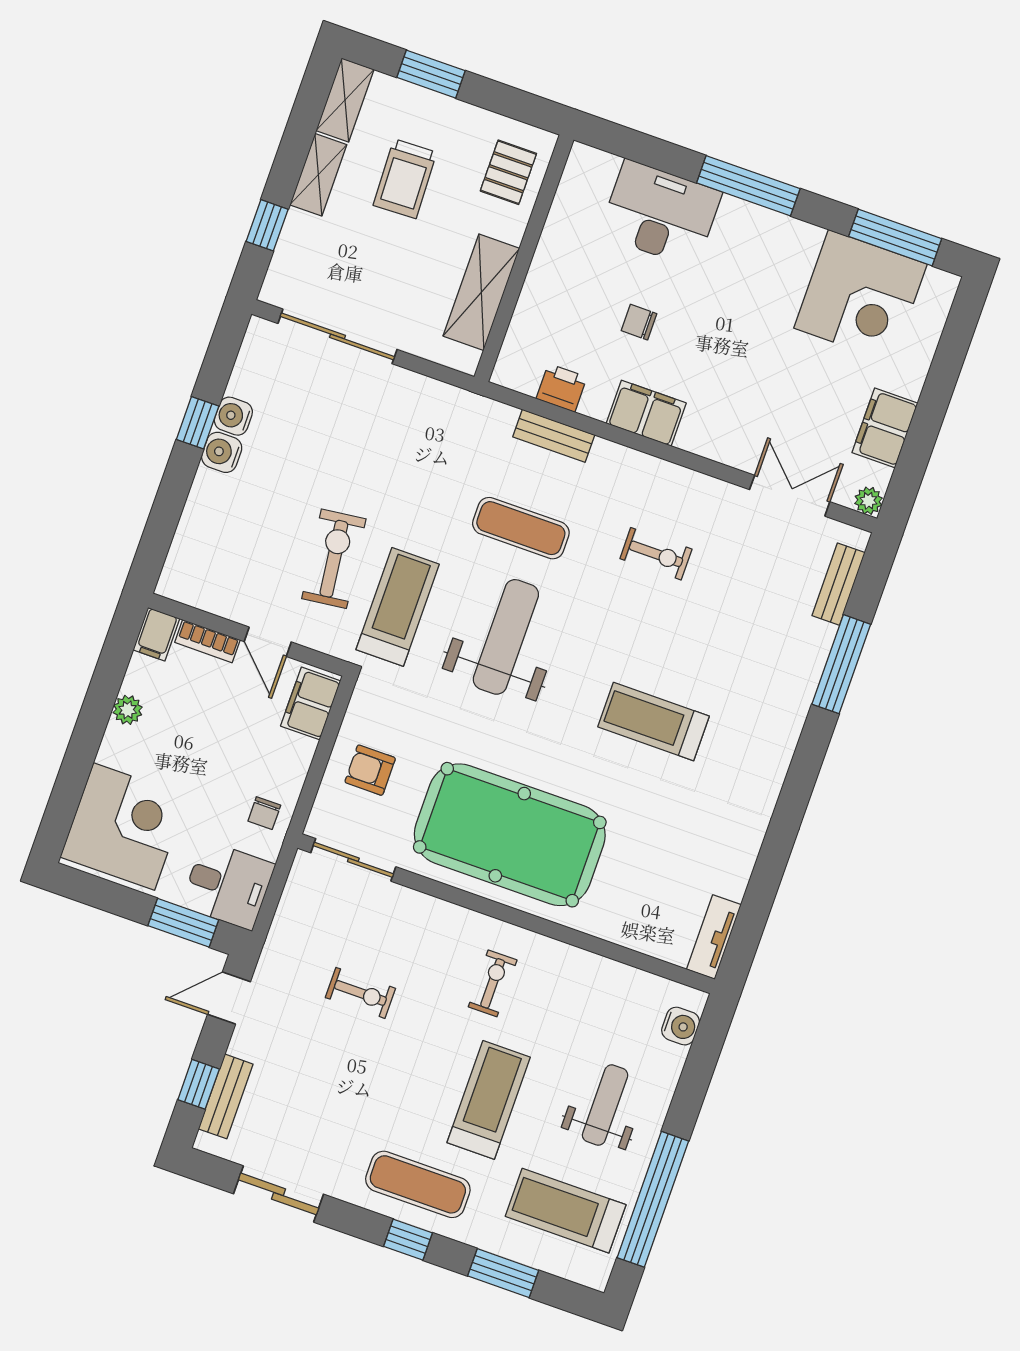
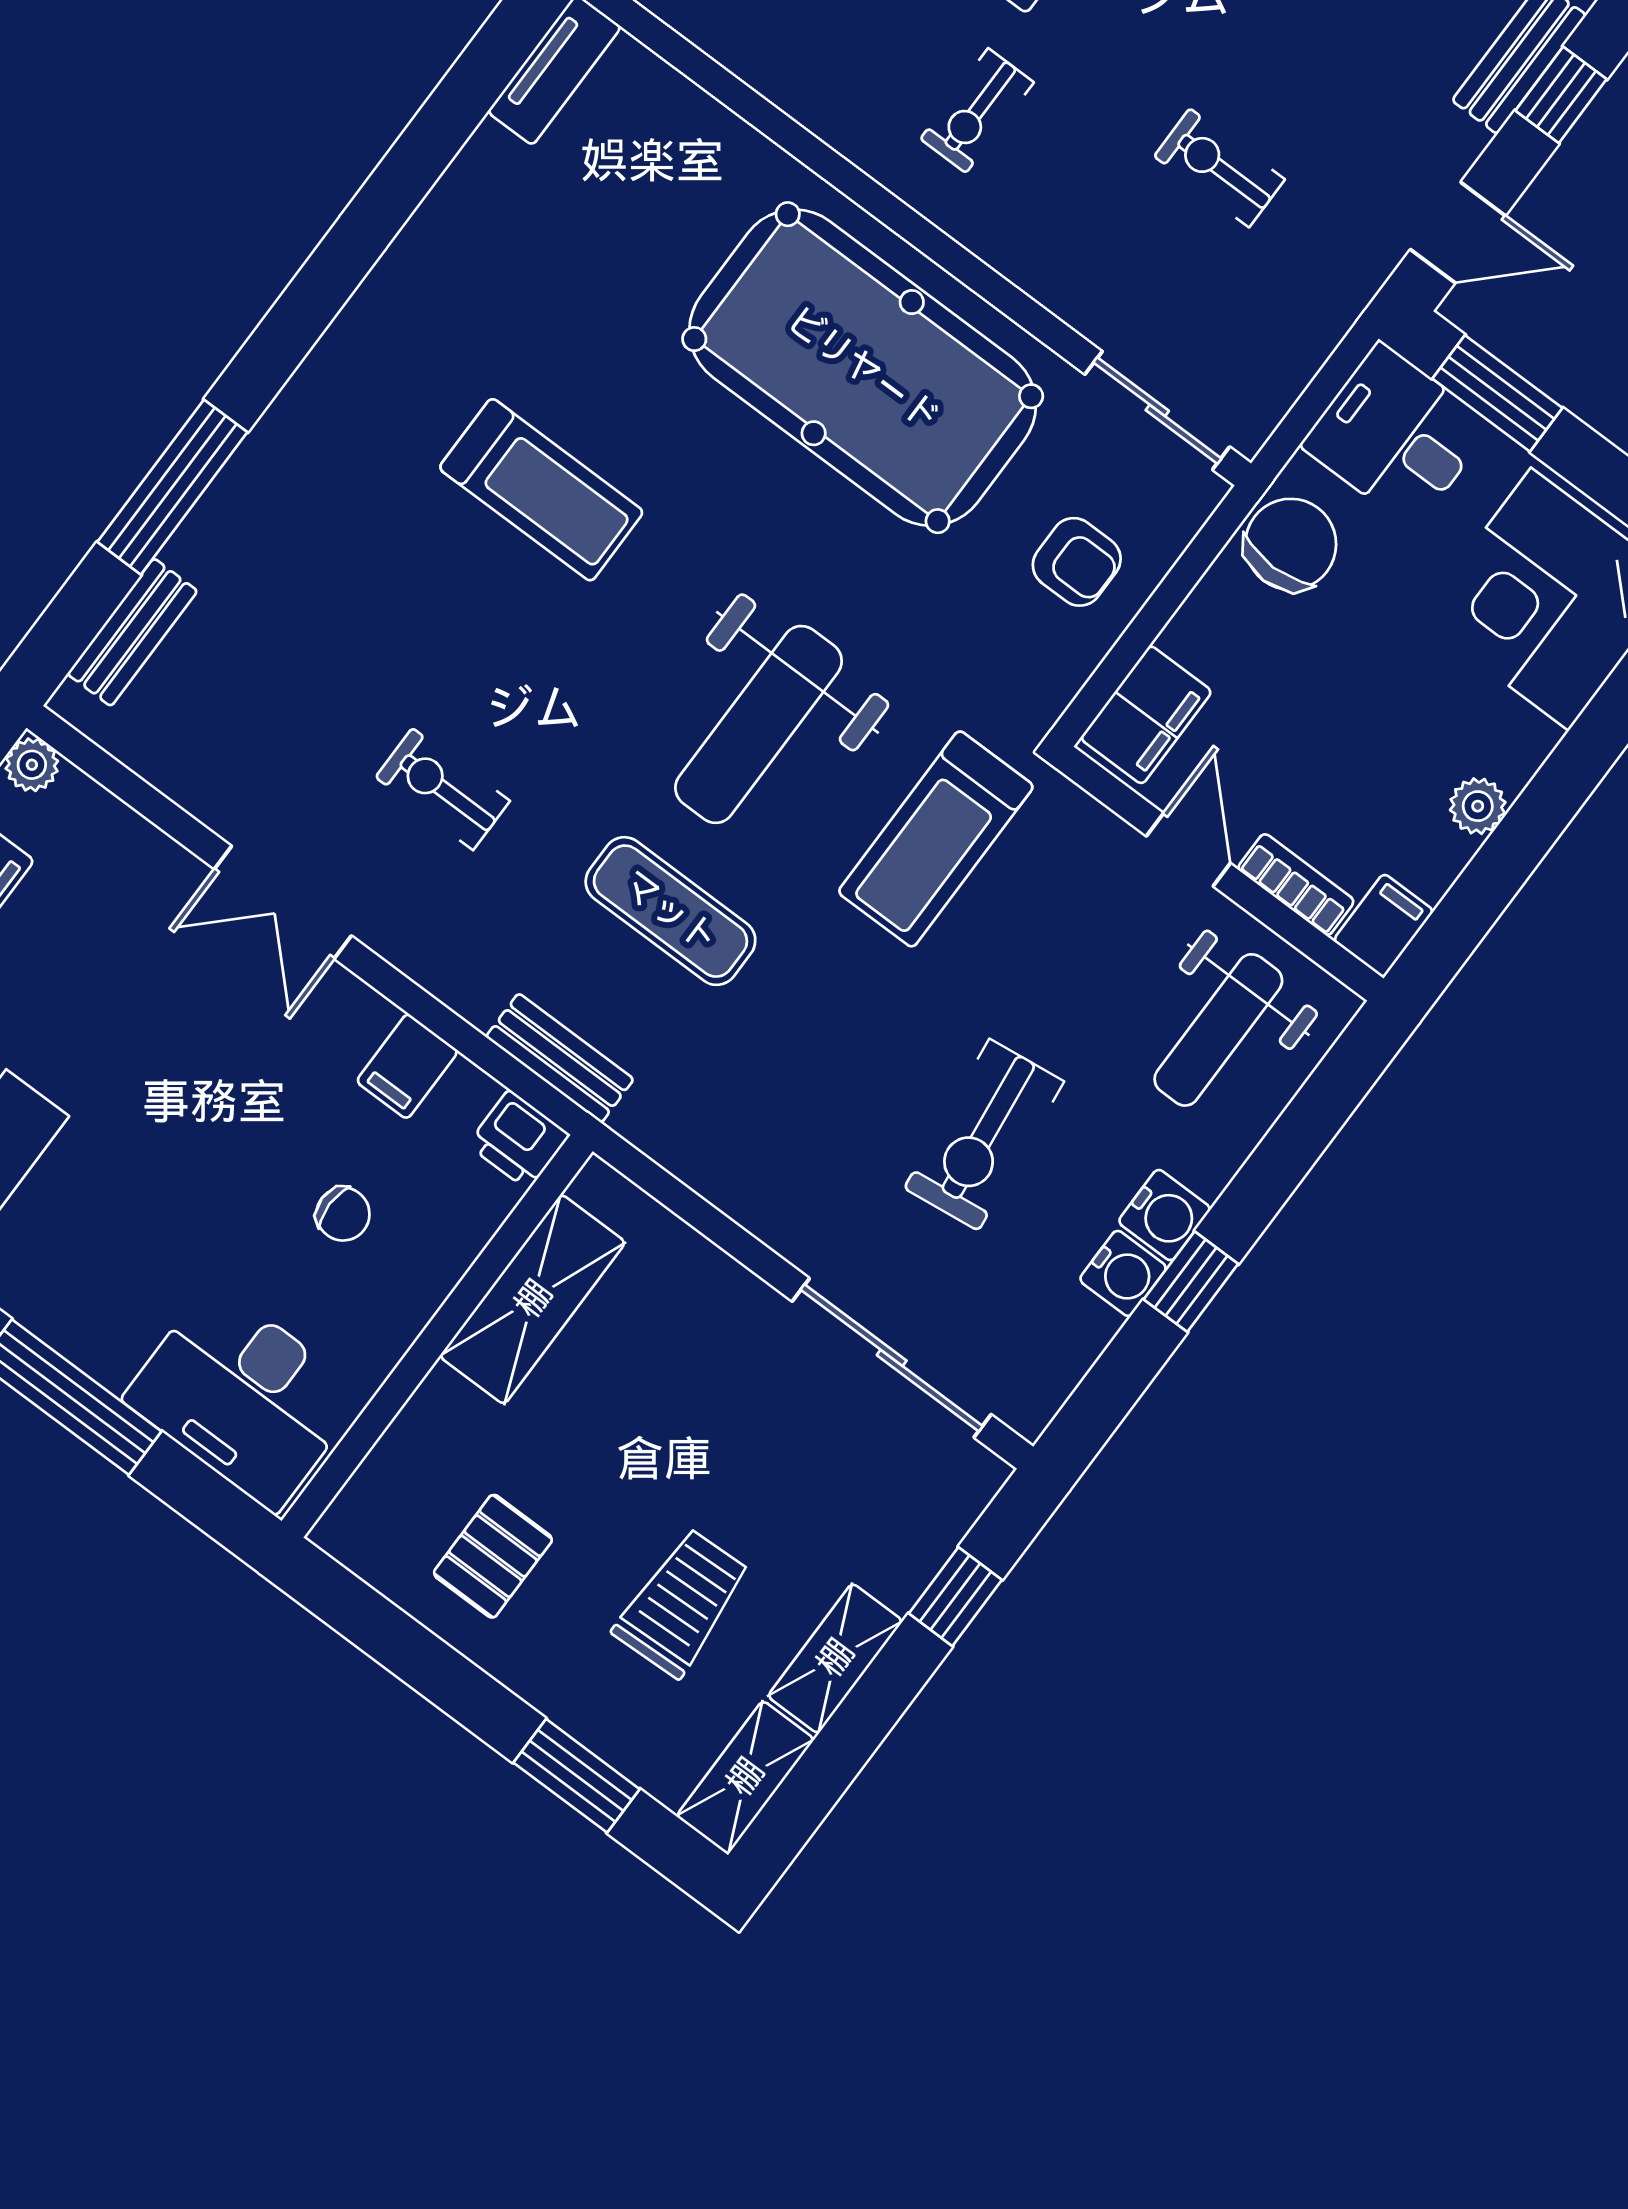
wall: (524, 258) -> (437, 1336), moved
shelving: (481, 292) -> (533, 1299), moved
filing cabinet: (646, 413) -> (407, 1066), width x0.50
double door: (790, 496) -> (283, 902), moved
weight bench: (224, 555) -> (1218, 1030), added
exercise bike: (334, 559) -> (984, 1135), moved
chair: (264, 813) -> (1291, 544), width x1.87, depth x1.87

